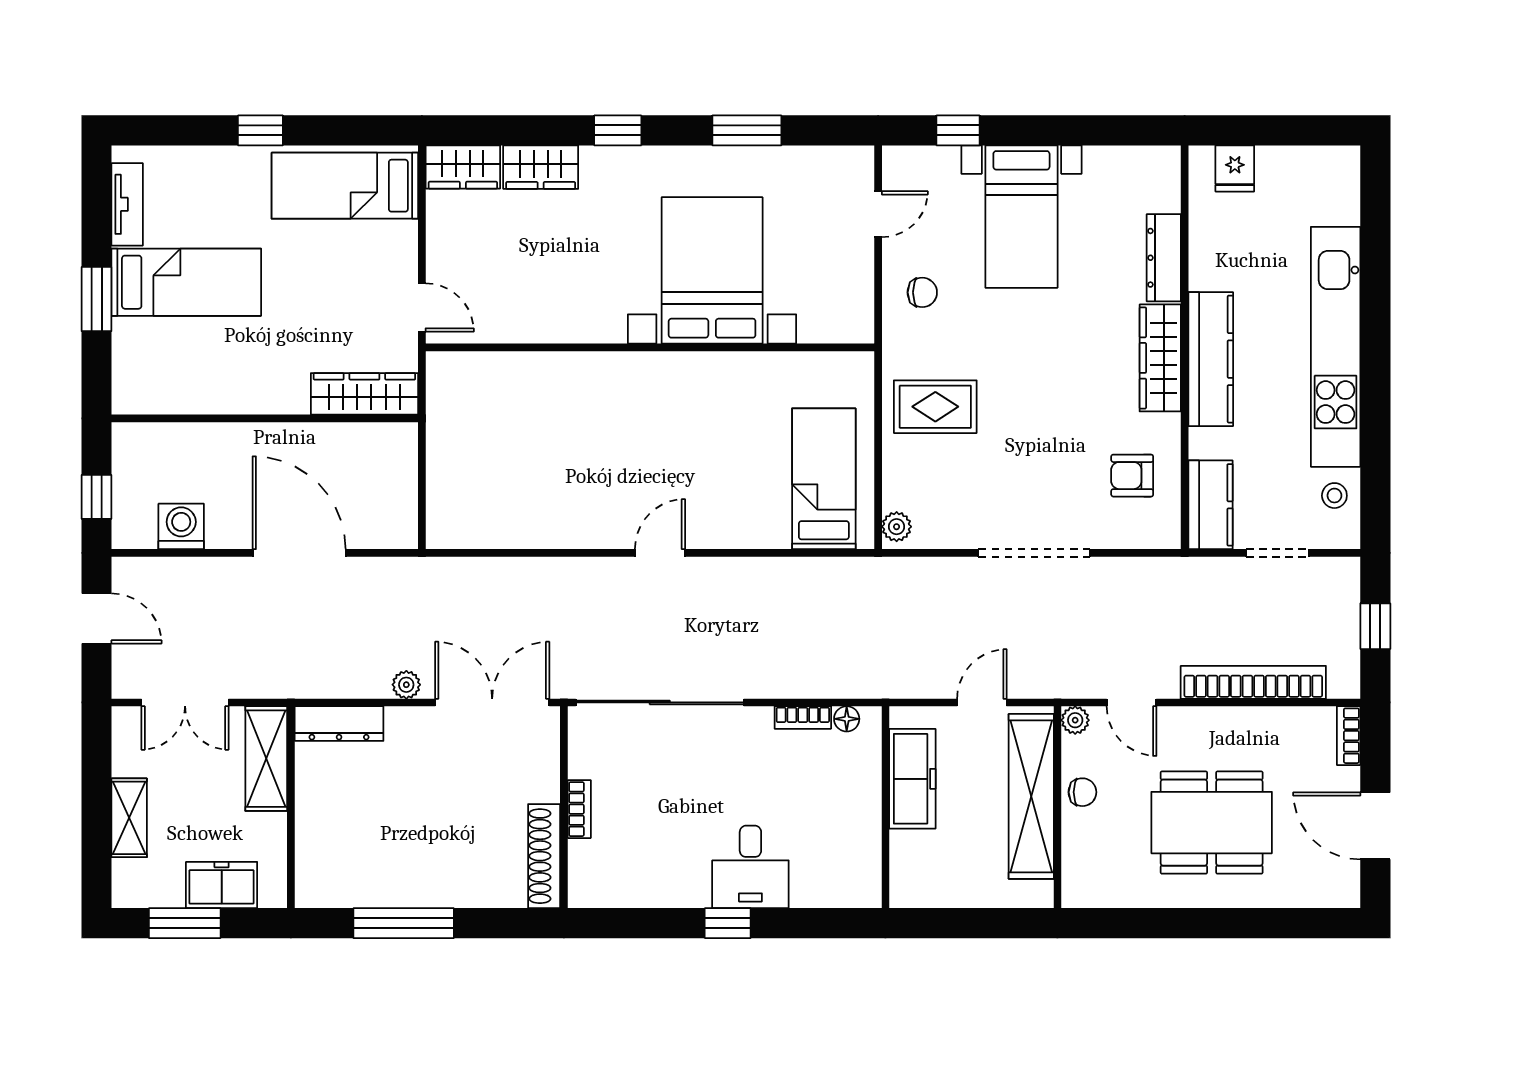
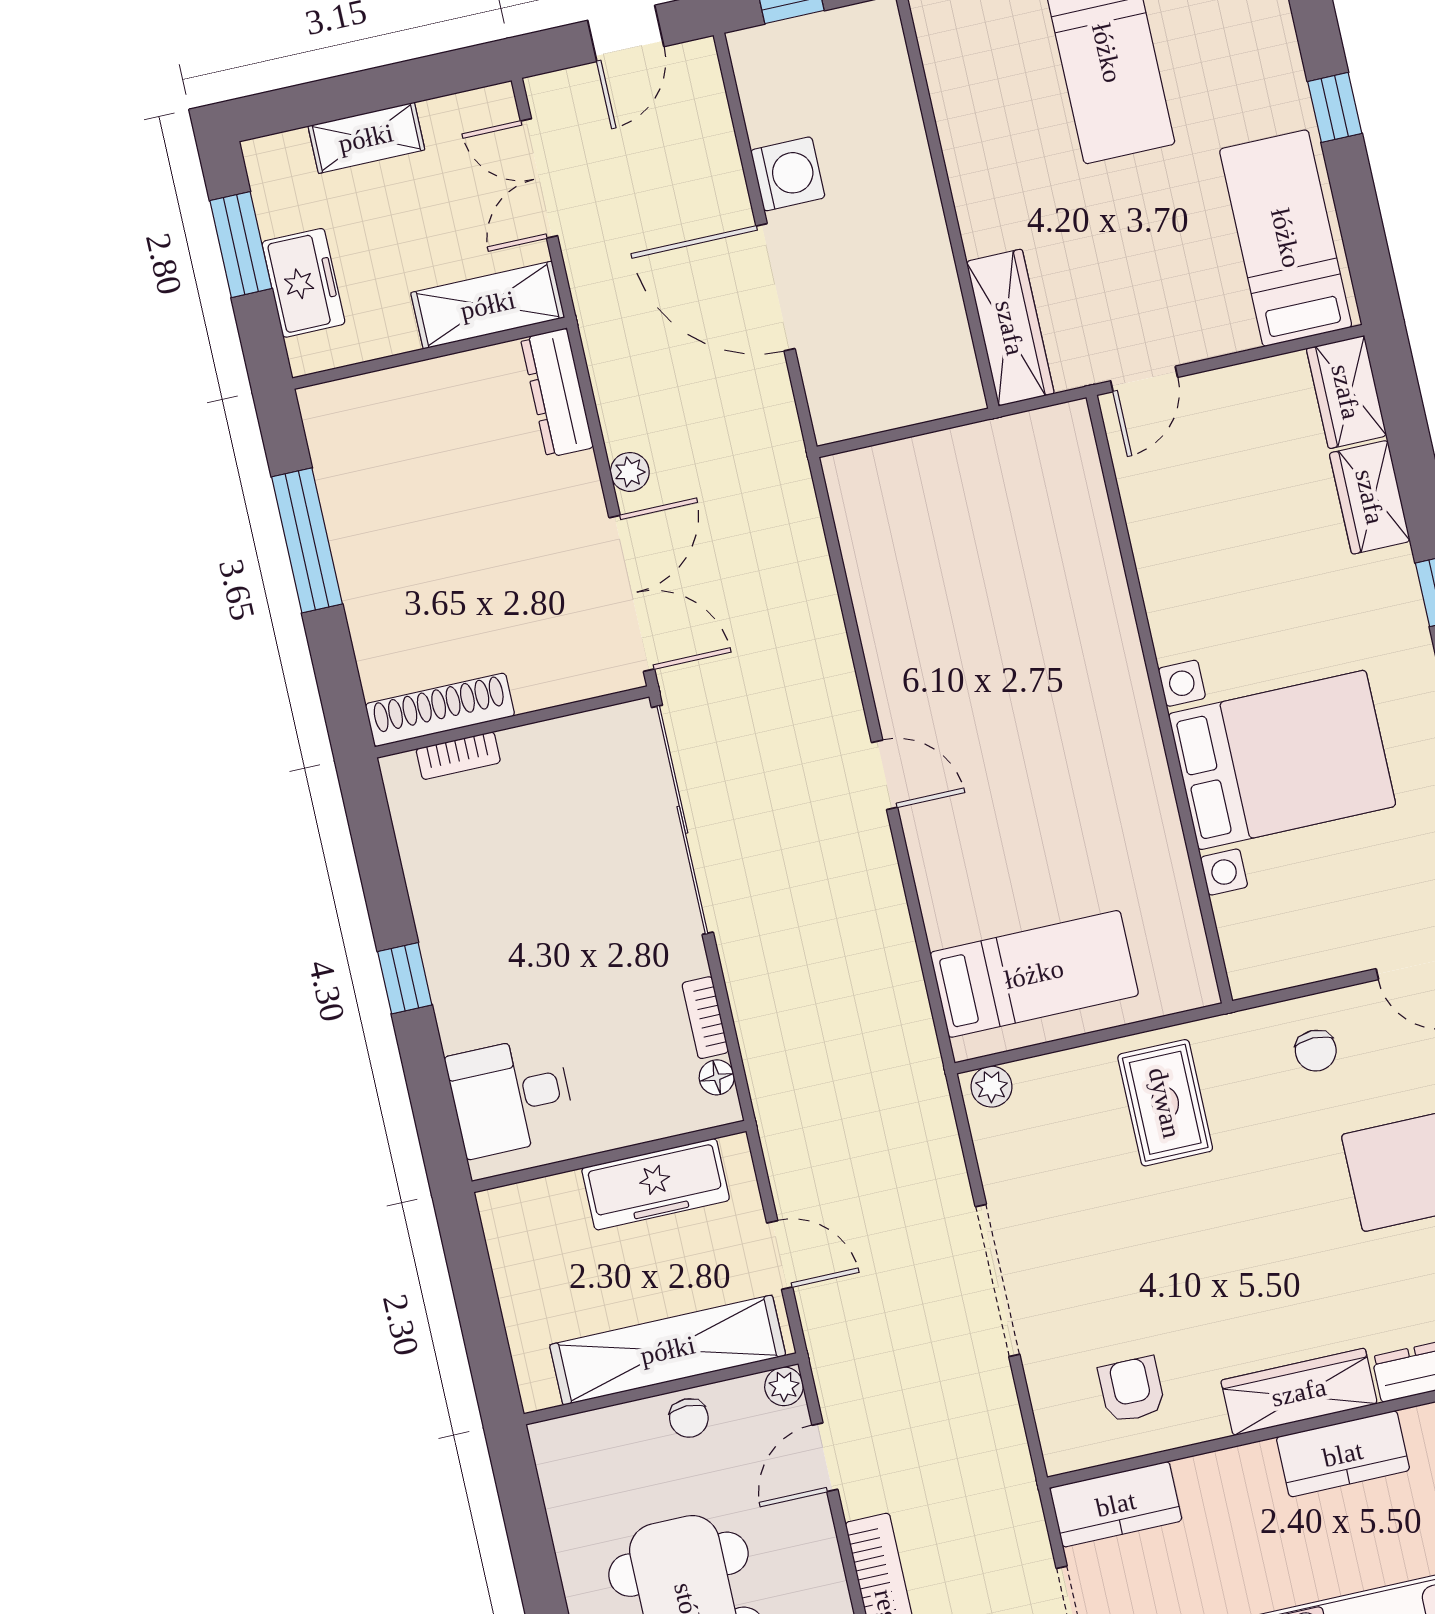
kitchen counter: (1211, 359) -> (1343, 1454), width x0.67
washing machine: (181, 526) -> (788, 174), moved
door: (299, 553) -> (776, 287), swing flipped
bookcase: (579, 809) -> (458, 756), moved
desk: (750, 867) -> (511, 1096), moved

